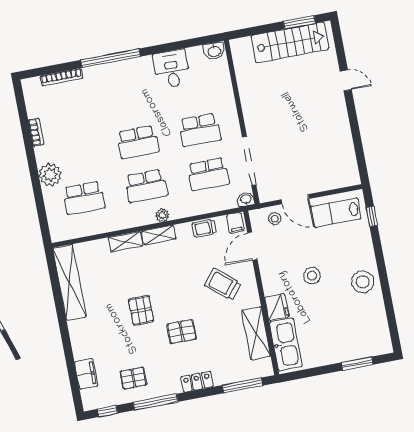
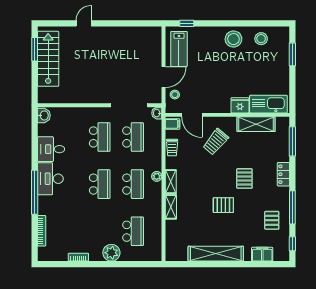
desk: (132, 76) -> (50, 179), added
stool: (312, 276) -> (261, 39), moved
shelving: (69, 282) -> (216, 254), moved

